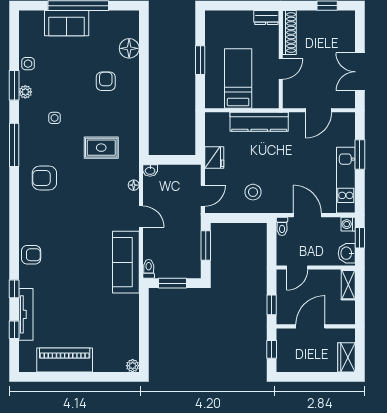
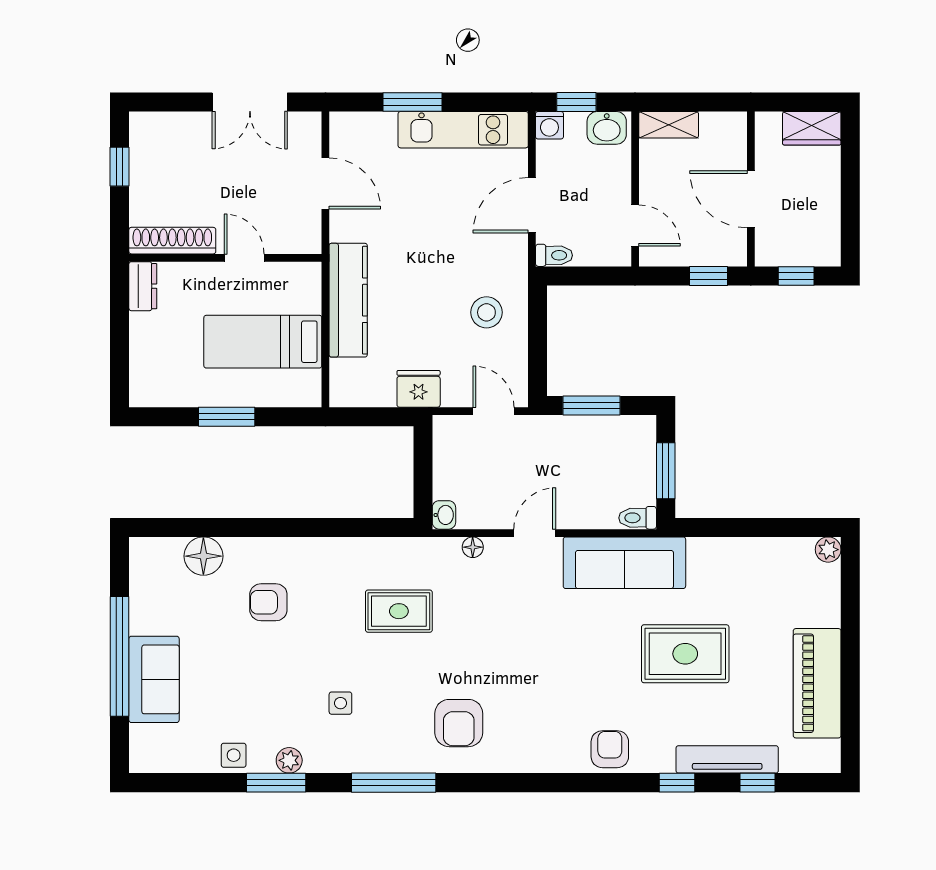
rug: (101, 148) -> (399, 611), turned 90
rug: (80, 293) -> (685, 654), added

